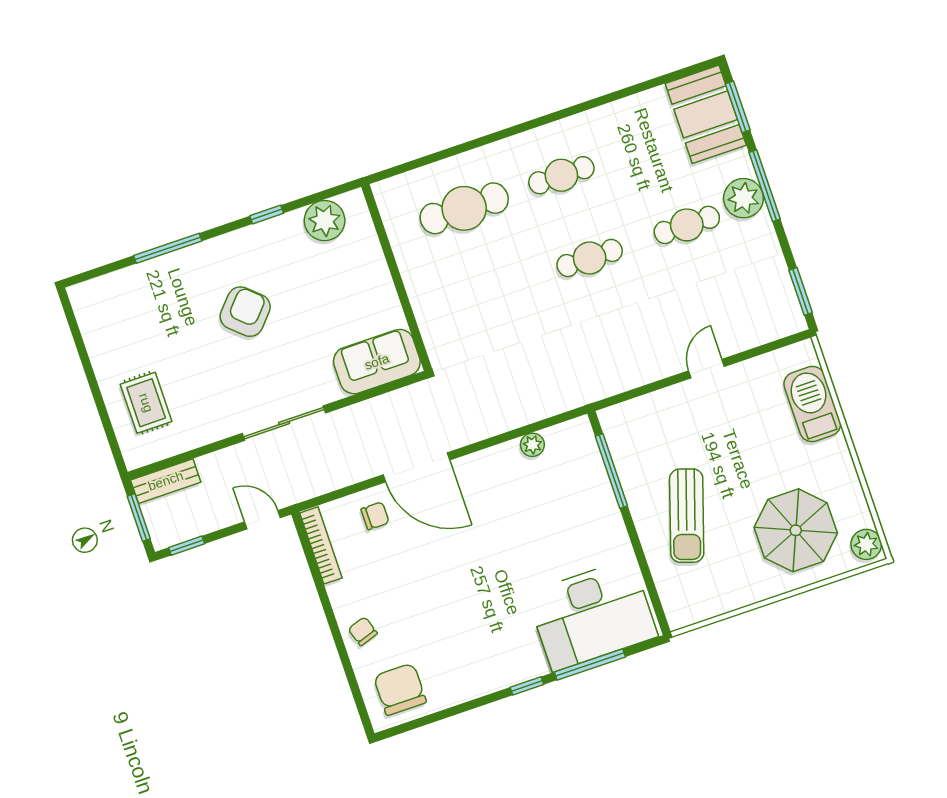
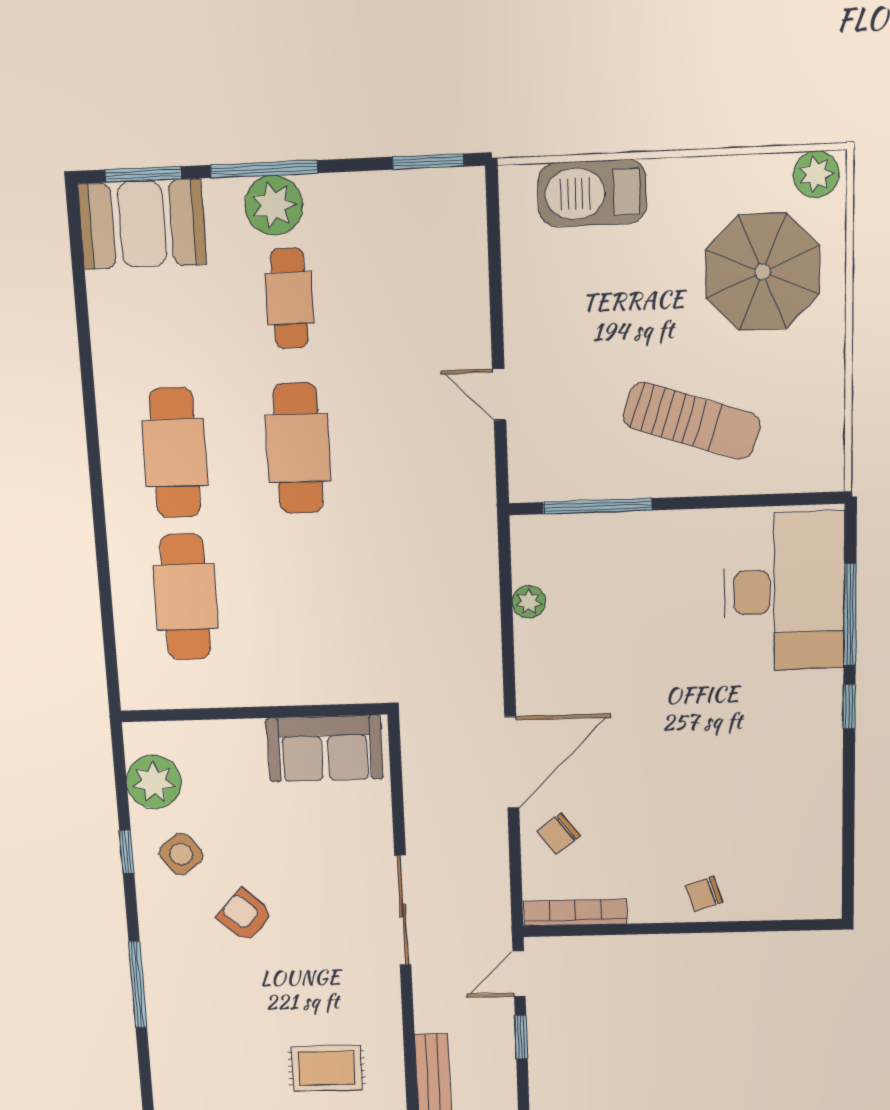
cafe table: (561, 175) -> (175, 453), width x1.37, depth x1.35
side table: (277, 254) -> (181, 854), added
cafe table: (590, 258) -> (298, 448), width x1.37, depth x1.35
armchair: (245, 312) -> (245, 915), width x0.72, depth x0.72
sofa: (377, 362) -> (325, 748), moved, turned -90
door: (707, 369) -> (499, 394), moved
chair: (375, 516) -> (559, 834), turned -127
window: (187, 546) -> (521, 1037), moved
chair: (400, 689) -> (796, 870), removed

